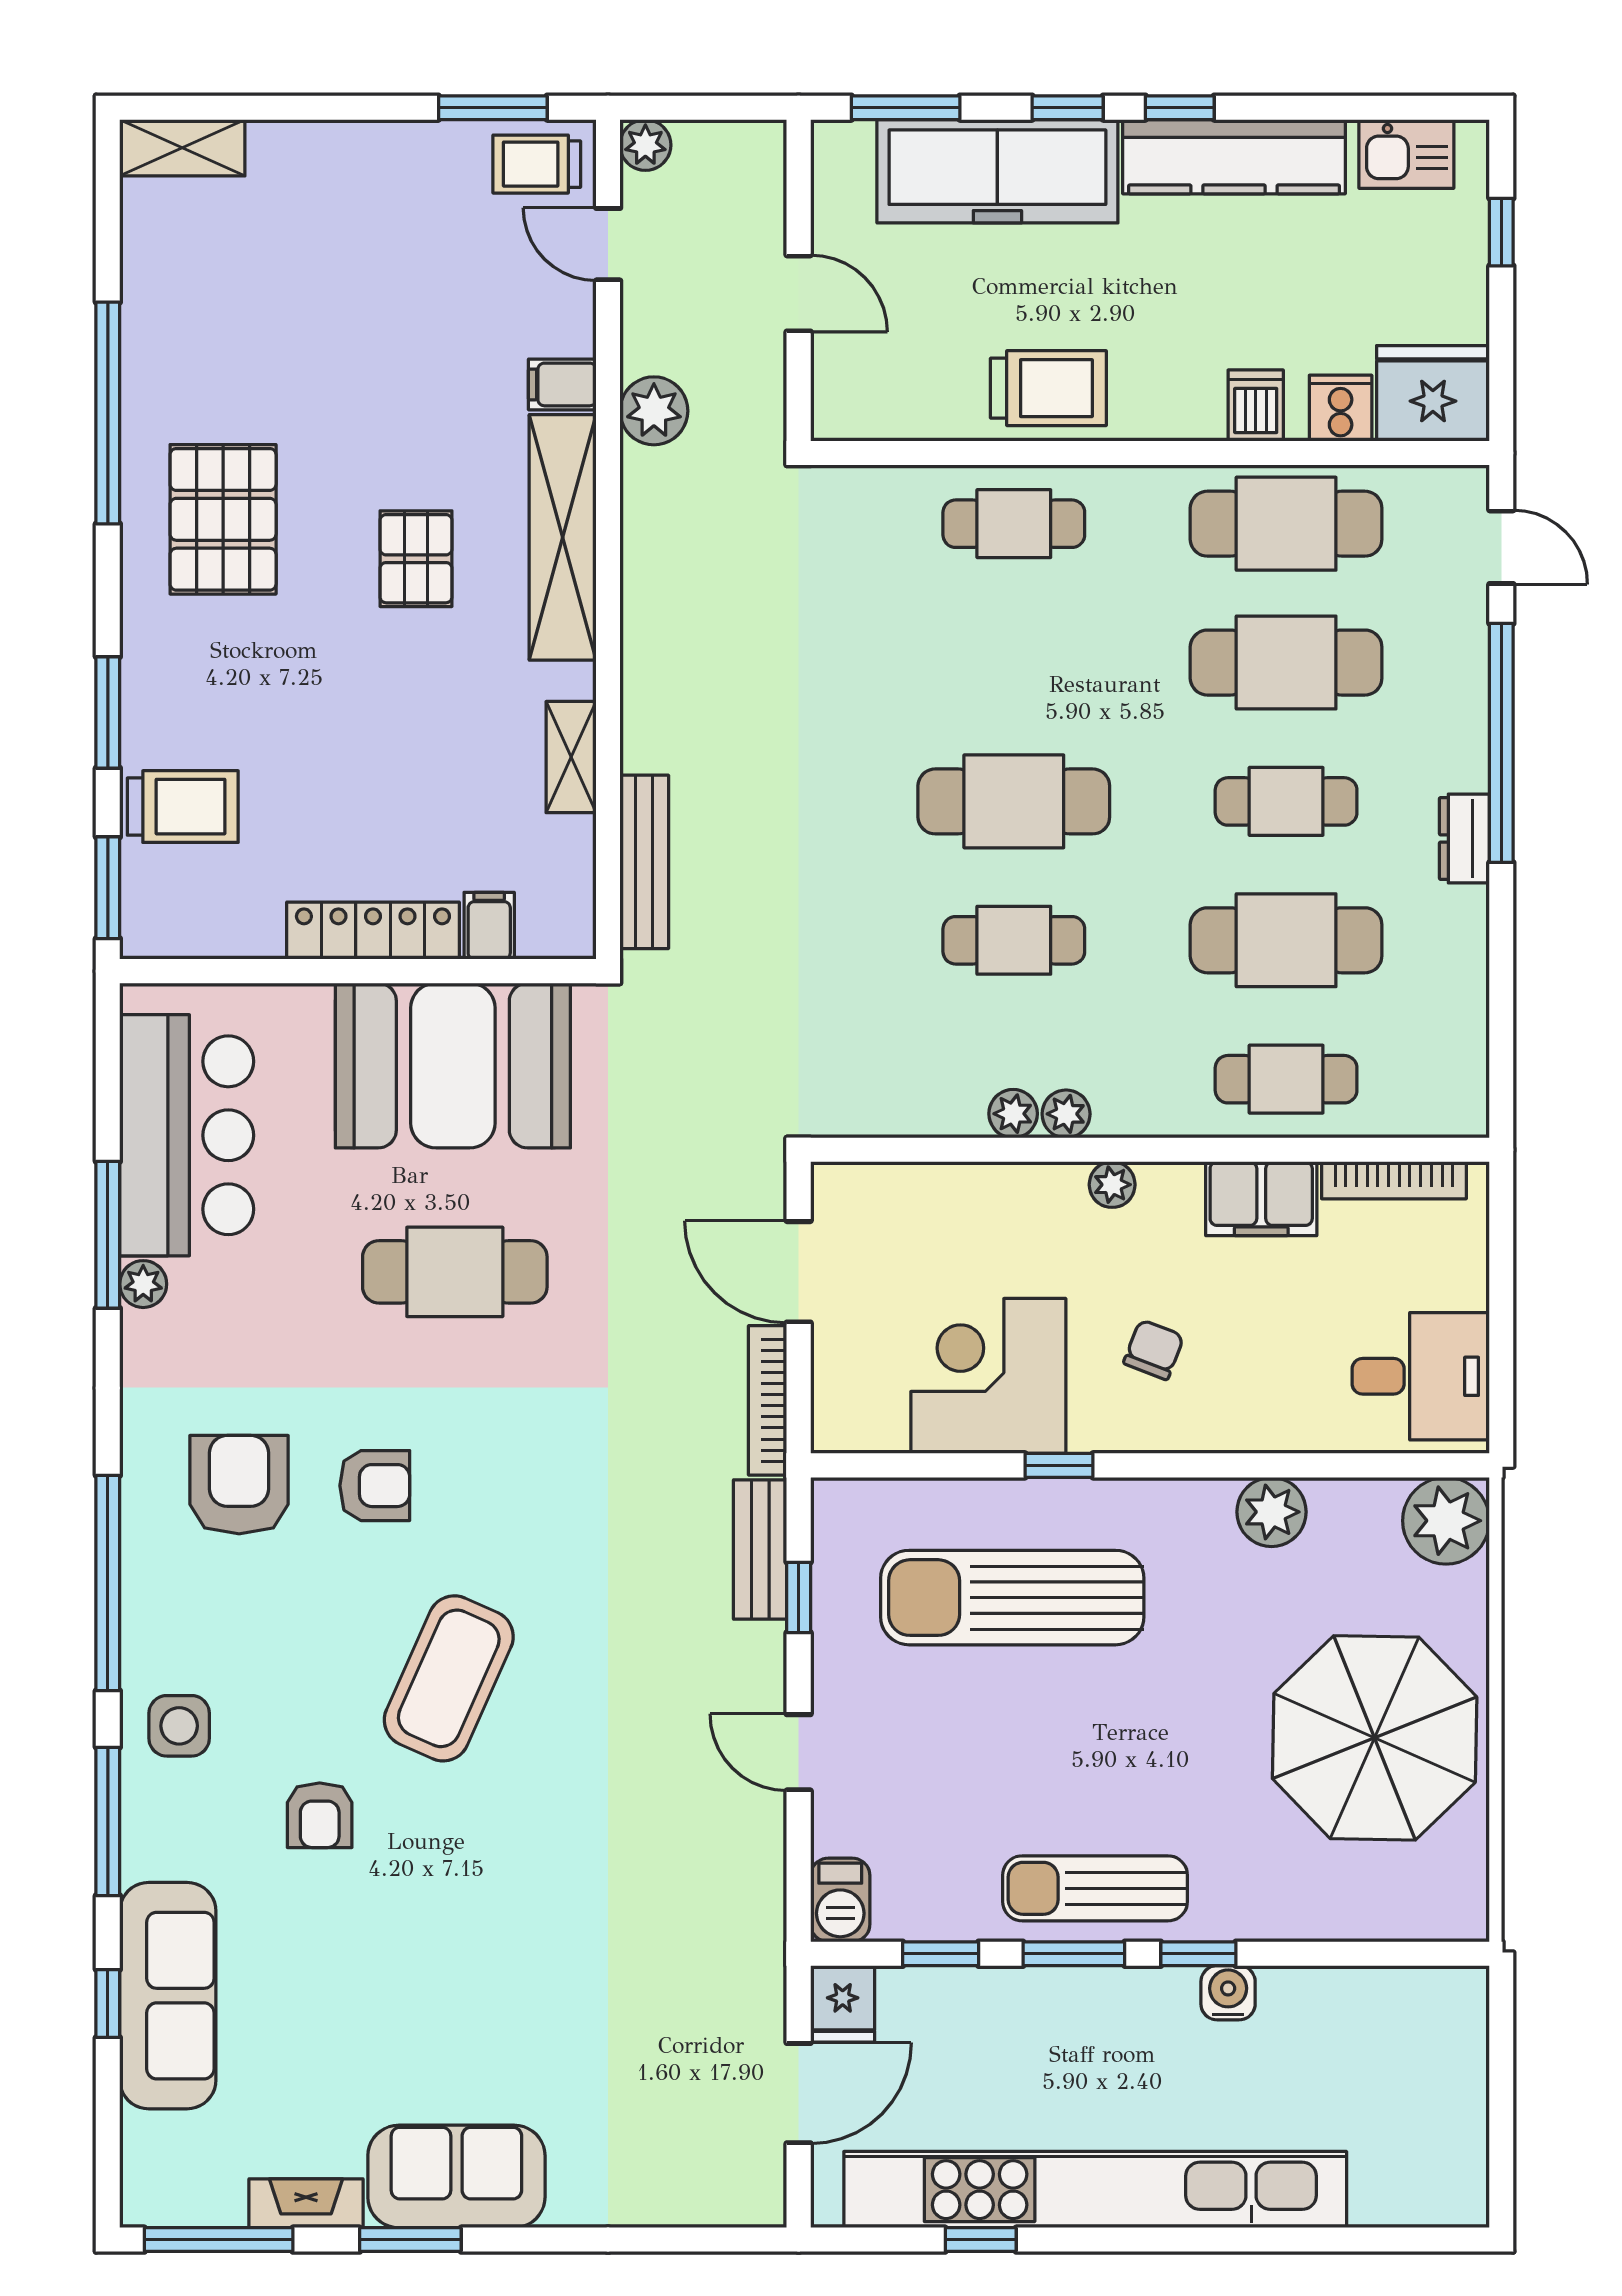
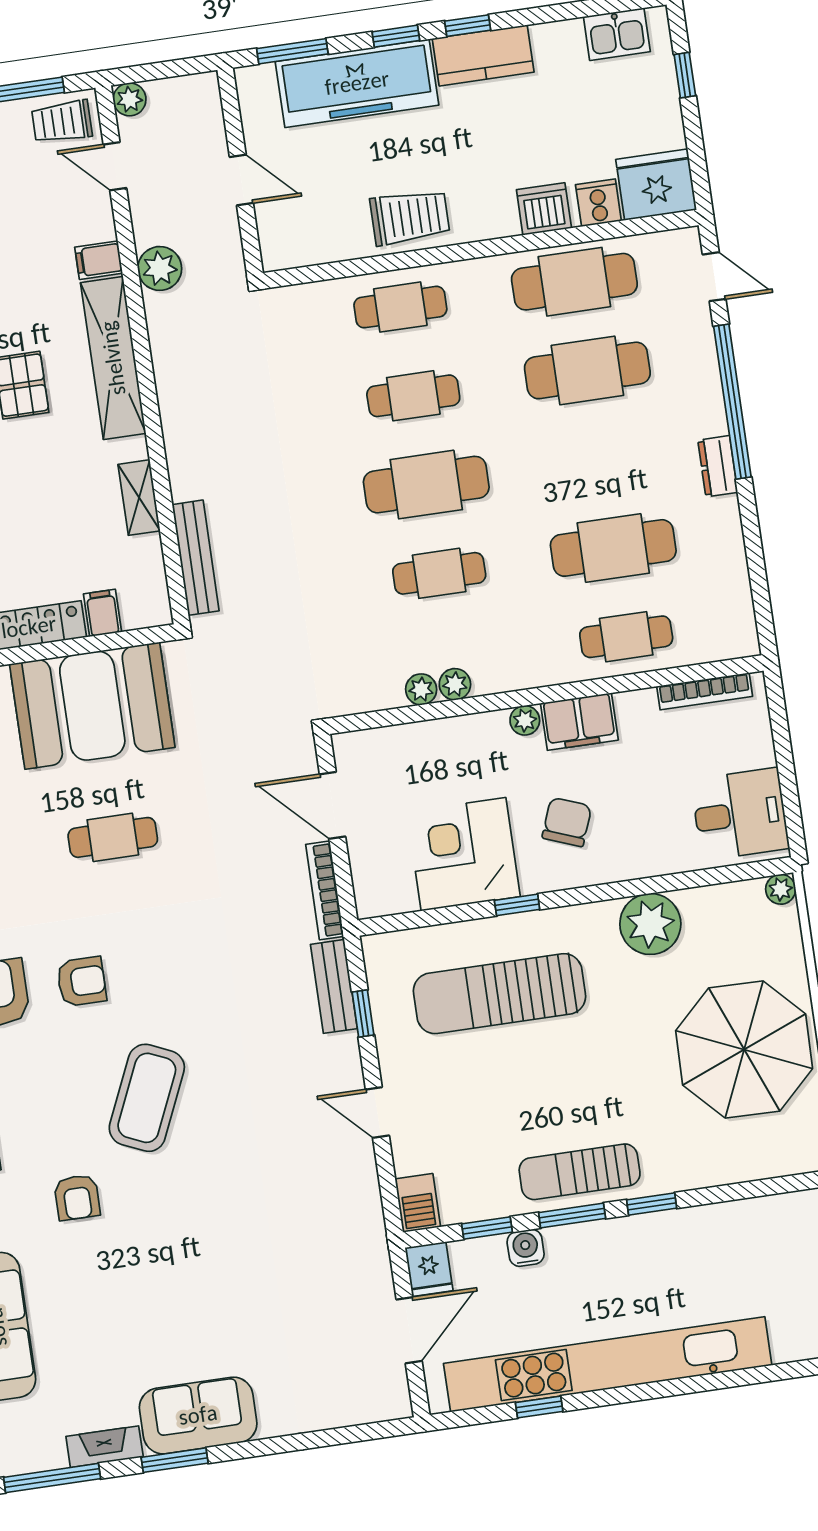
kitchen counter: (1234, 157) -> (483, 55), width x0.67
dishwasher: (1256, 406) -> (544, 209), width x1.38
cafe table: (1286, 801) -> (413, 396), moved
plant: (1066, 1114) -> (421, 689), moved
filing cabinet: (1261, 1199) -> (579, 722), moved
cafe table: (455, 1272) -> (113, 837), width x0.73, depth x0.74
chair: (1154, 1350) -> (567, 822), width x1.37, depth x1.37
plant: (1272, 1512) -> (650, 924), width x1.36, depth x1.36
plant: (1446, 1521) -> (781, 889), width x0.53, depth x0.53
water cooler: (1228, 1993) -> (526, 1248), moved

